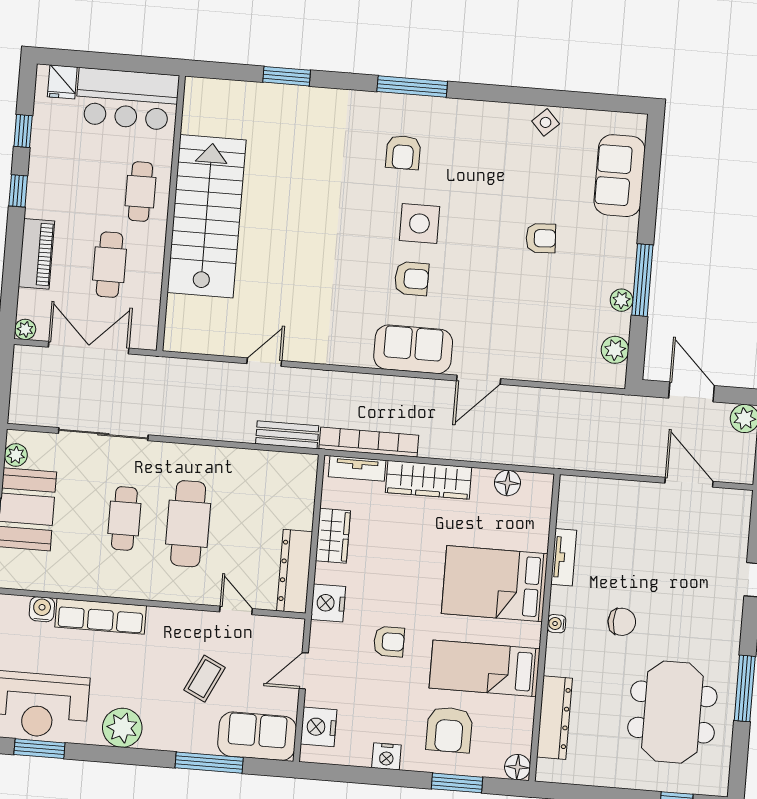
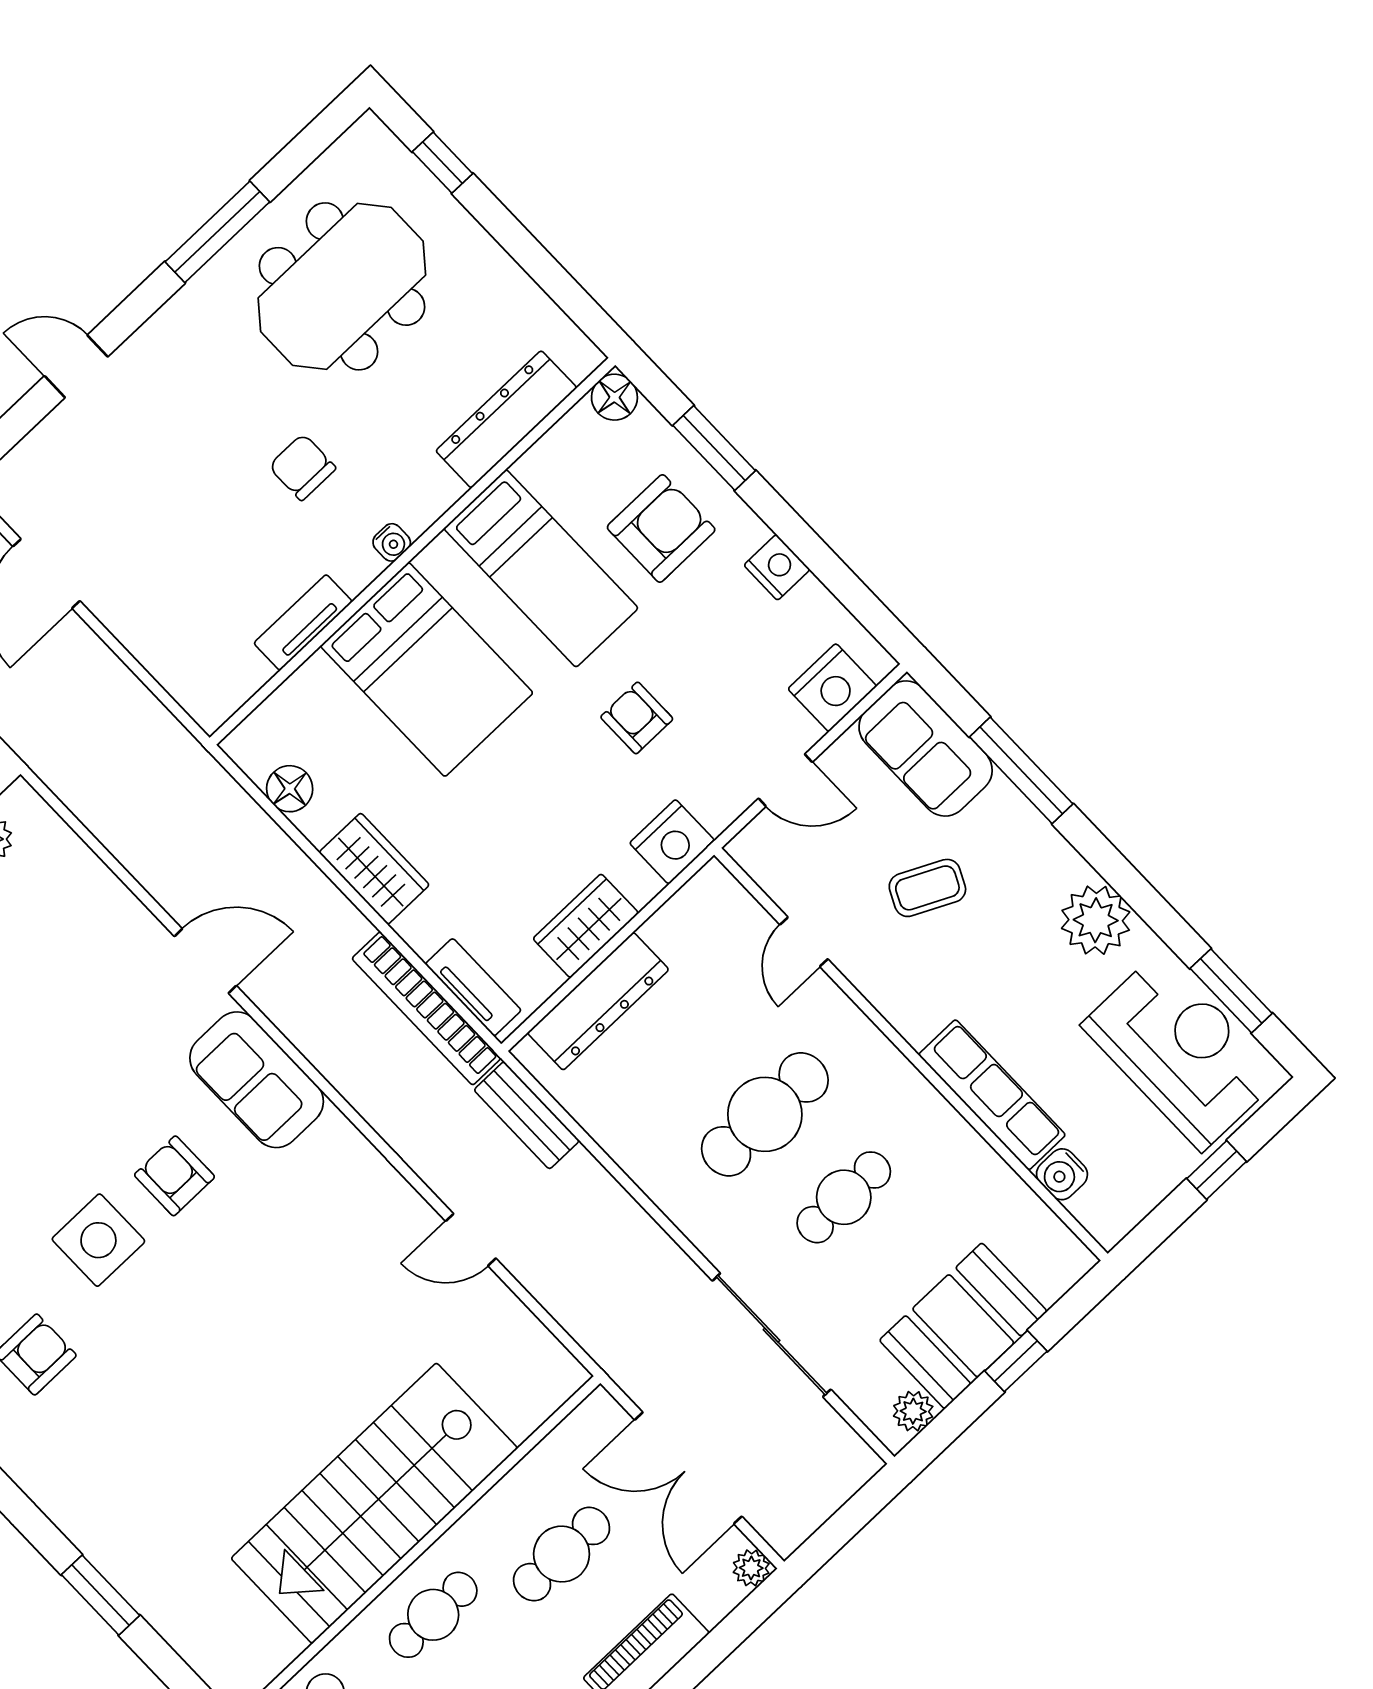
wardrobe: (429, 480) -> (374, 869), width x0.67
dresser: (295, 571) -> (598, 1001), moved

